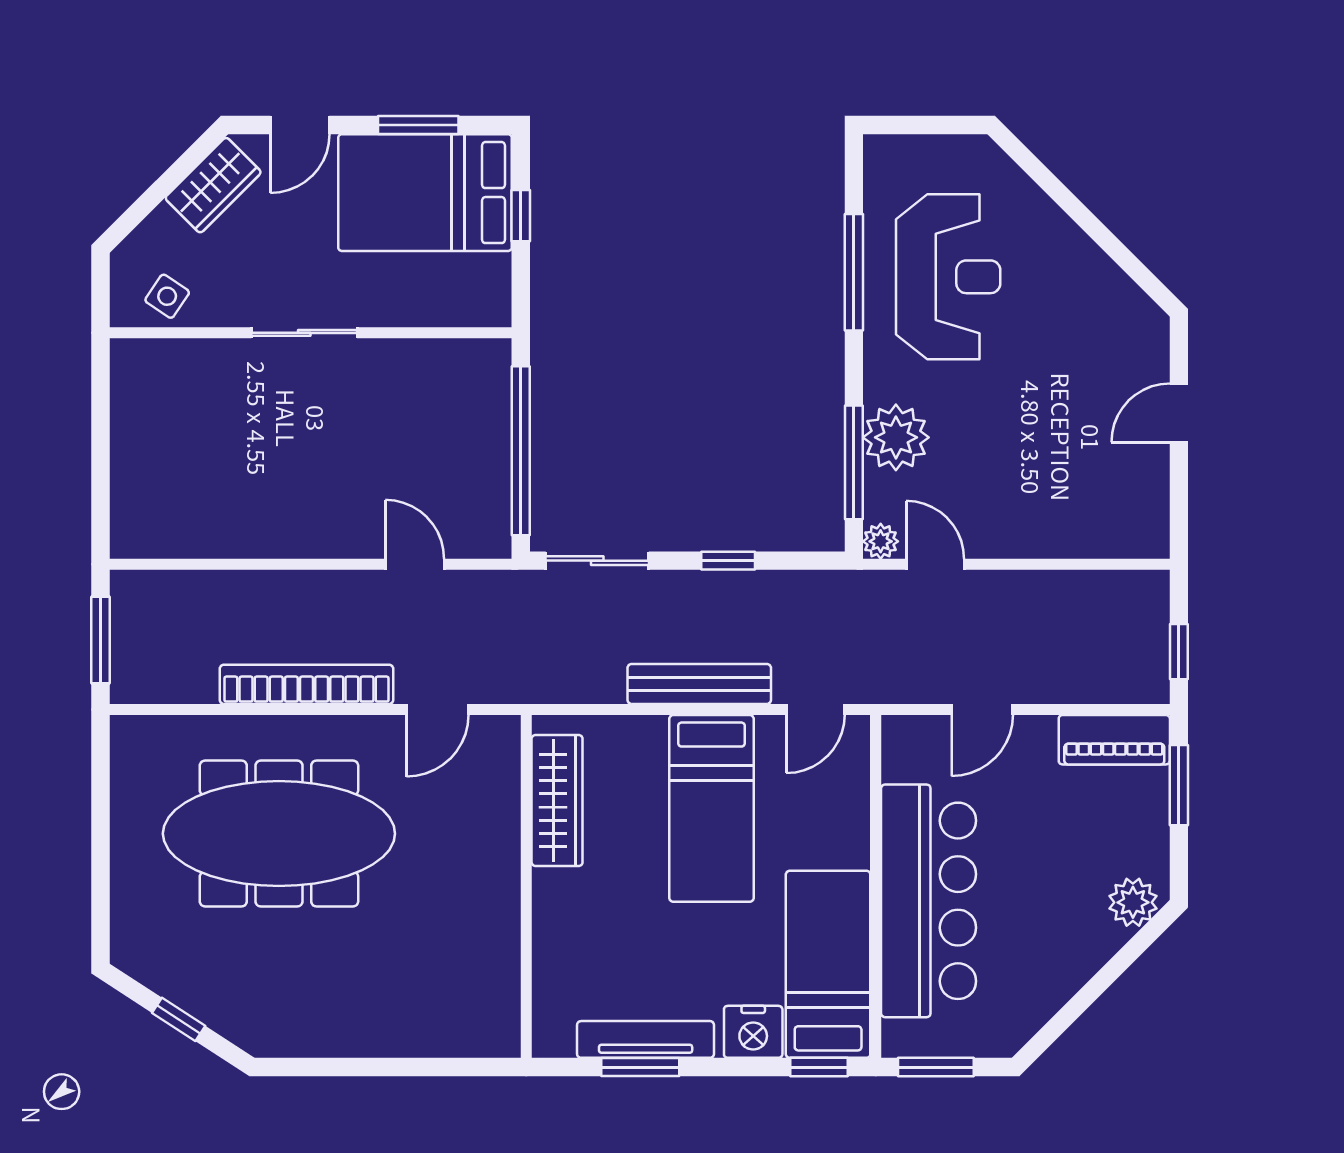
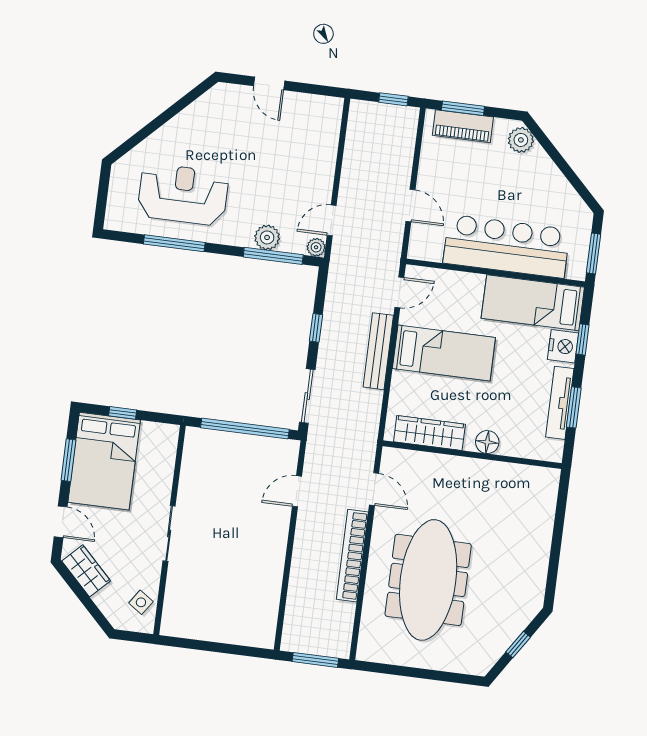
plant: (896, 437) -> (267, 237), width x0.73, depth x0.73
door: (815, 709) -> (399, 292), hinge flipped
piano: (1114, 740) -> (463, 126), moved, turned 90
floor lamp: (554, 912) -> (487, 442), added
window: (819, 1067) -> (582, 340), moved

